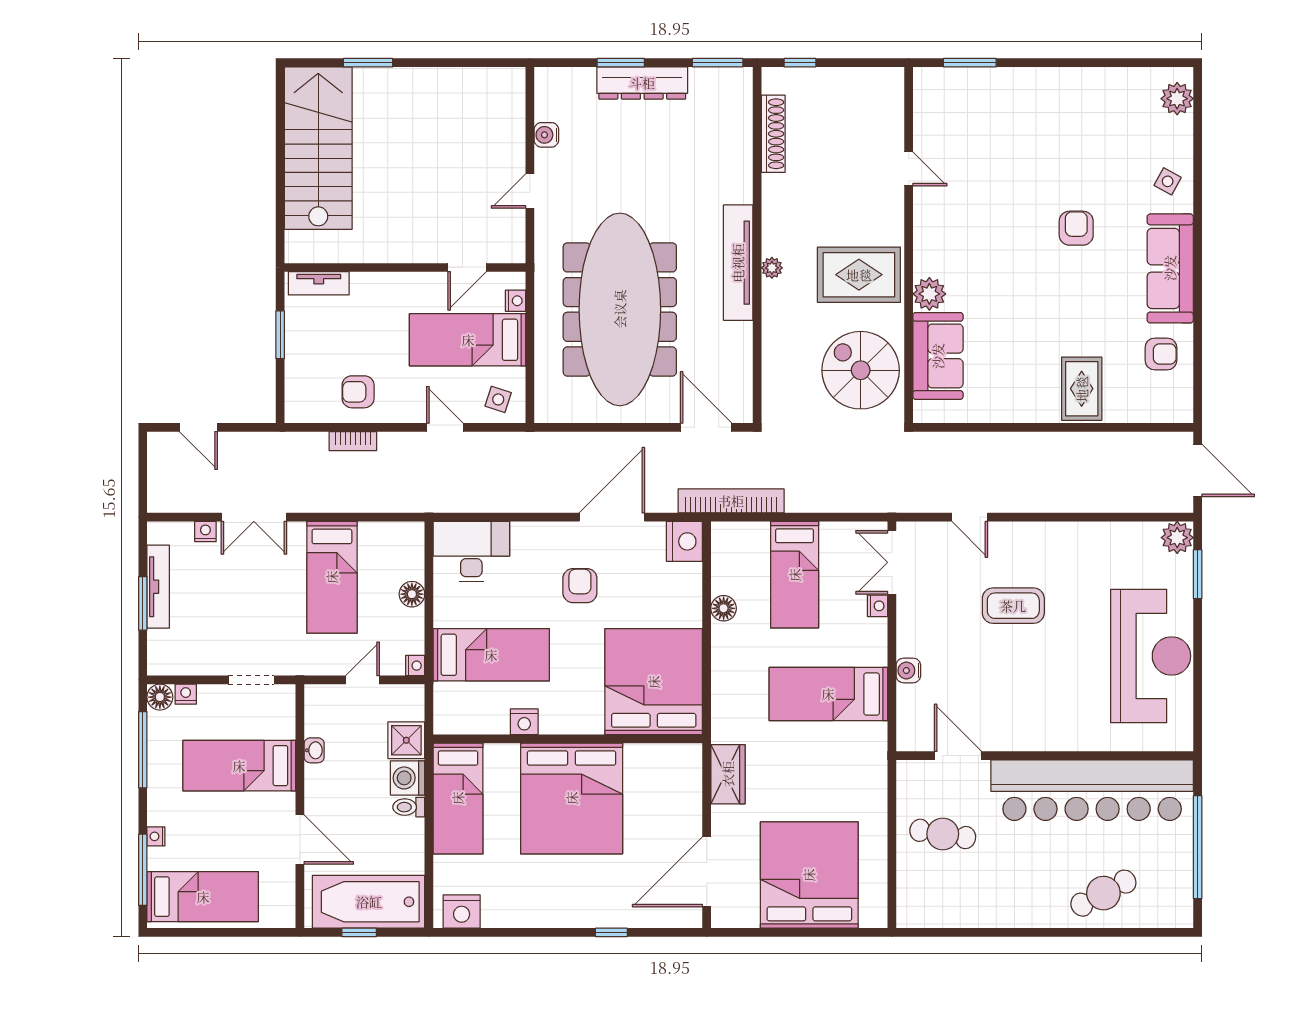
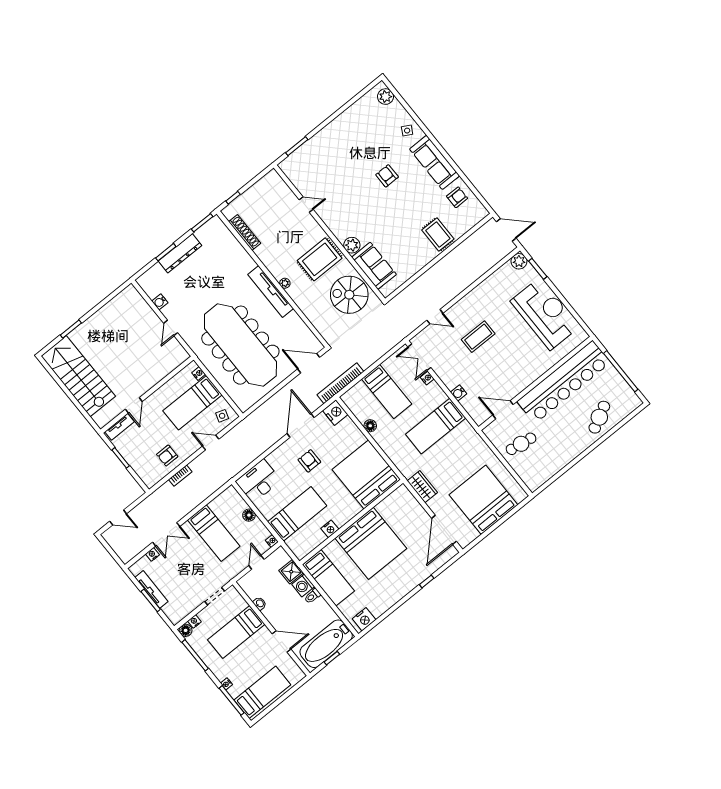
door: (467, 267) -> (134, 405), moved

